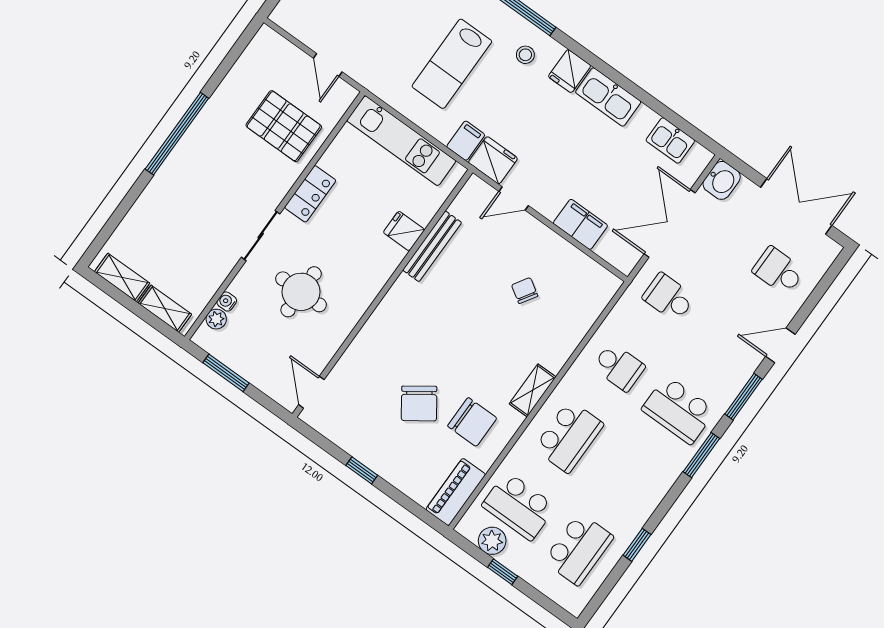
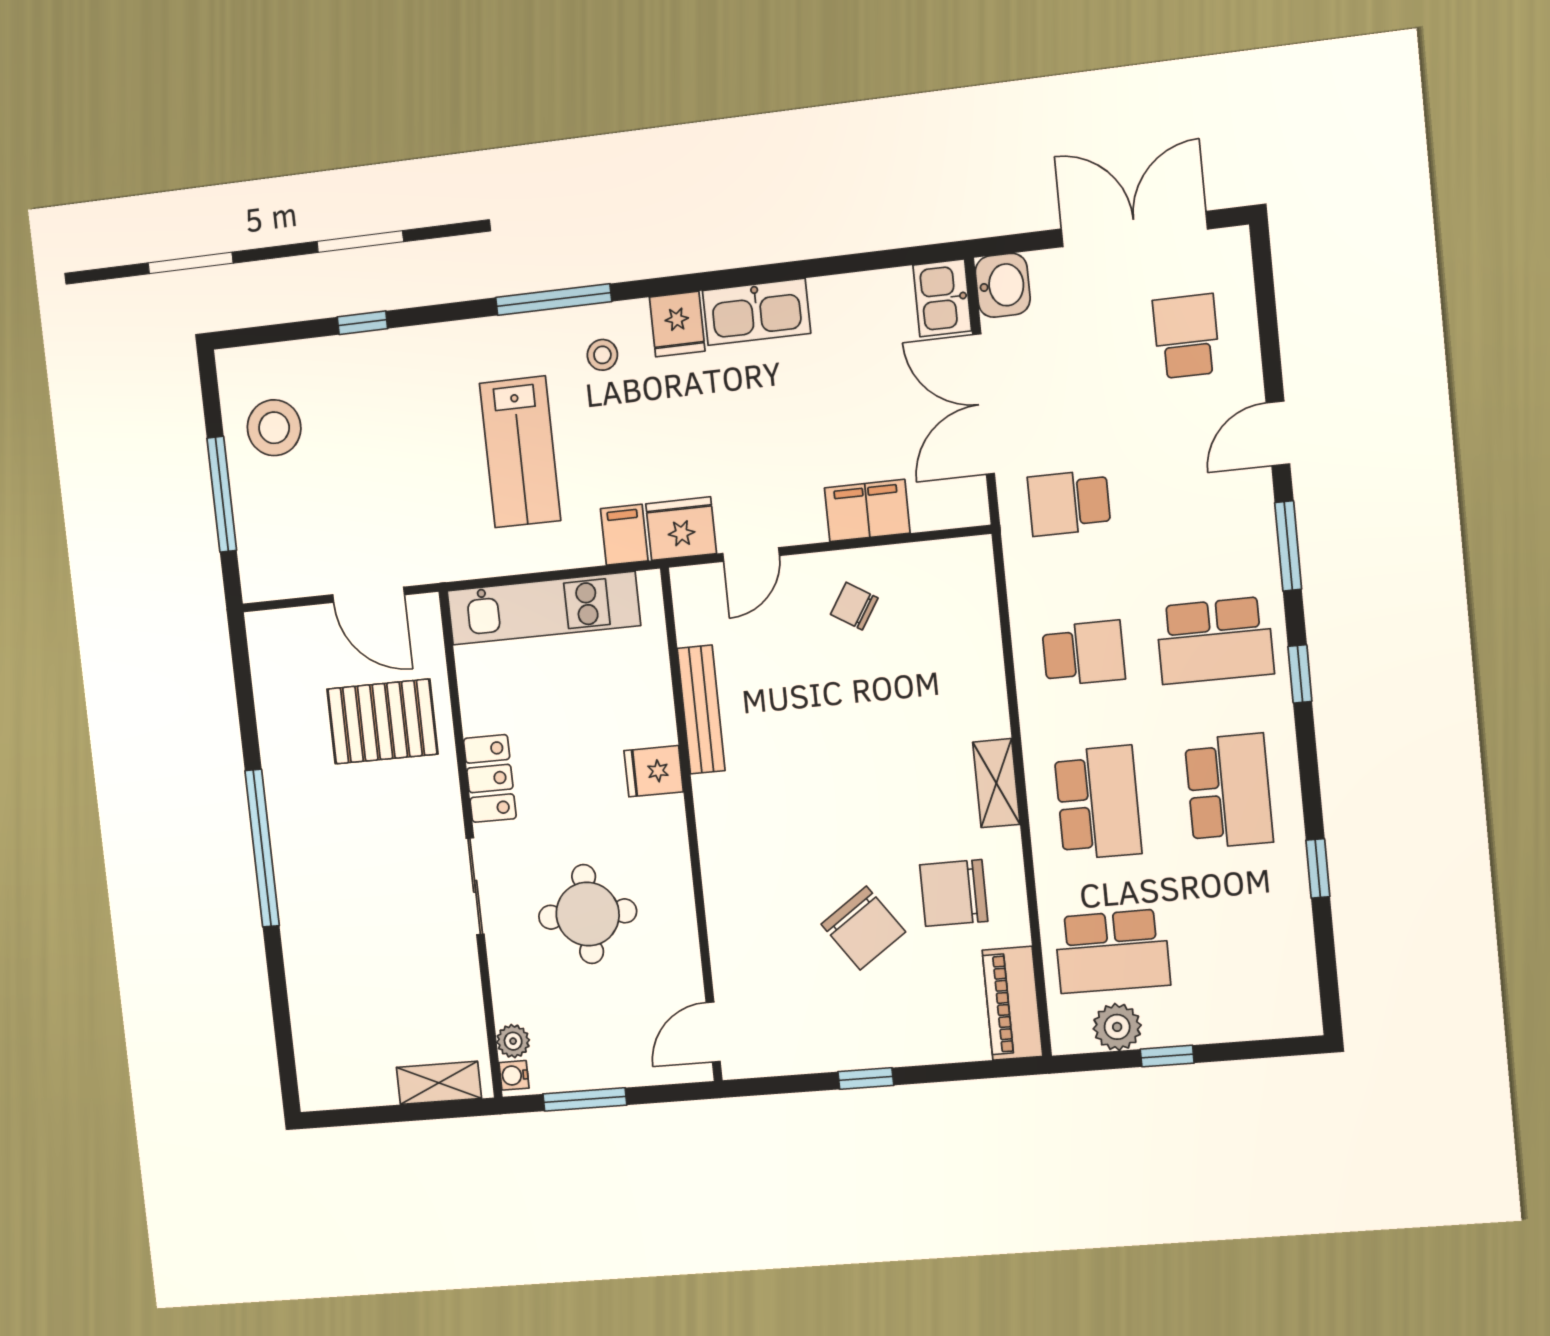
door: (328, 65) -> (369, 595), width x1.38
kitchen sink: (670, 140) -> (942, 298), moved, turned 90
fridge: (404, 231) -> (654, 771), moved
school desk: (778, 271) -> (1186, 336), turned 90
shelving: (122, 277) -> (353, 1089), removed
chair: (525, 291) -> (854, 606), moved
water cooler: (227, 301) -> (514, 1075), moved
door: (311, 392) -> (713, 1032), hinge flipped
chair: (472, 422) -> (954, 893), turned 180
window: (701, 455) -> (1300, 674), width x0.67
school desk: (579, 549) -> (1229, 791), moved

